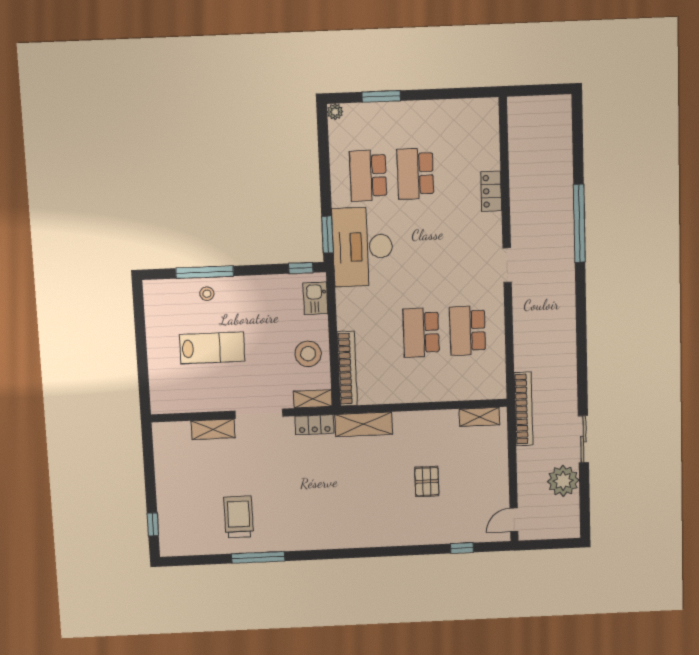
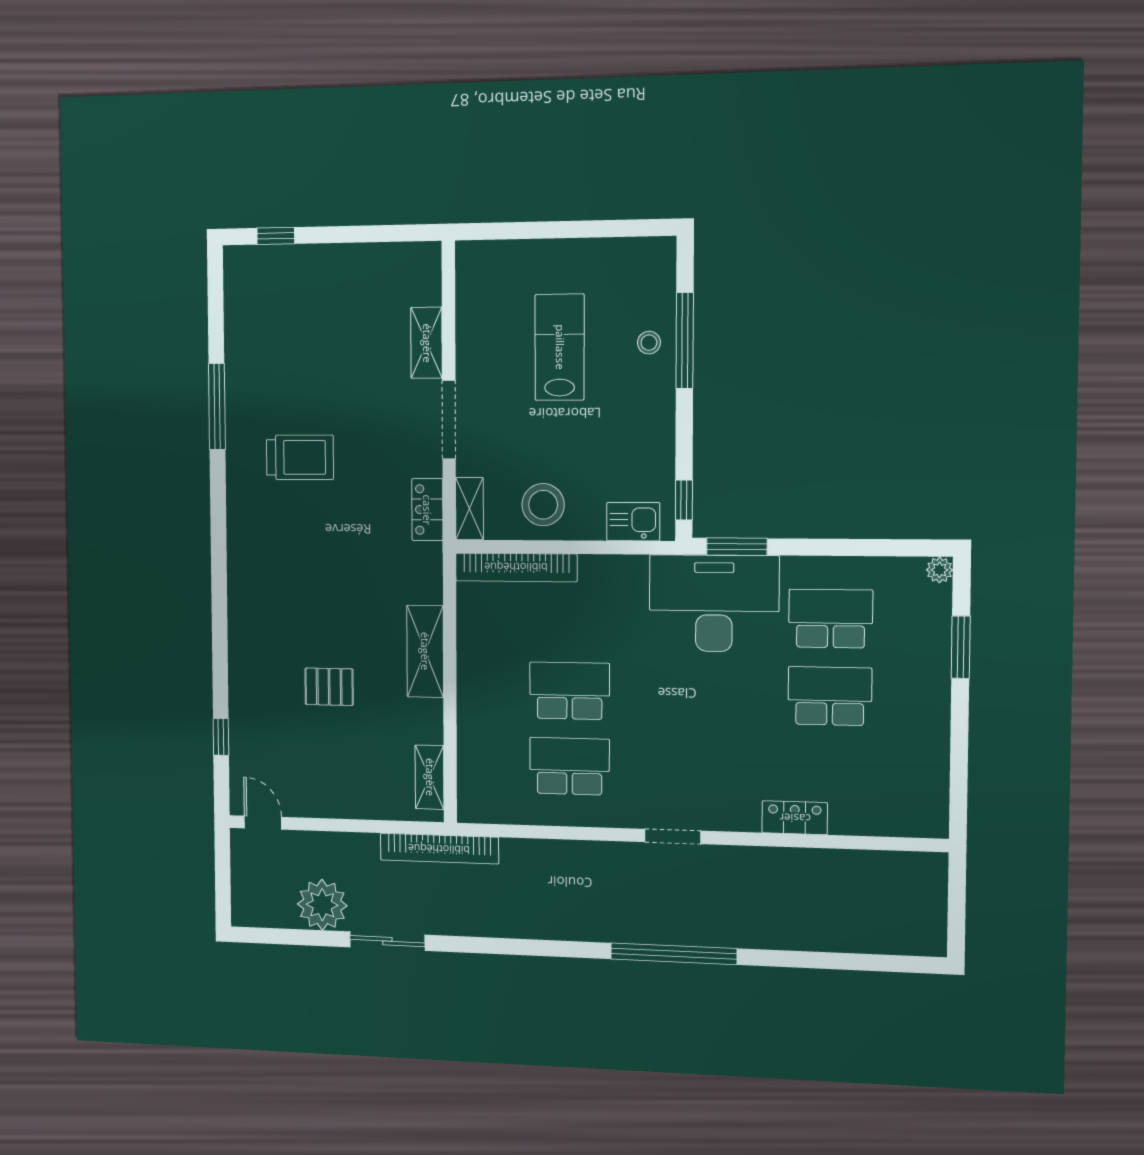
window: (579, 223) -> (674, 954), moved
lab bench: (212, 348) -> (560, 347), turned 180
shelving: (364, 424) -> (425, 651), moved
trolley: (239, 517) -> (300, 457), moved

